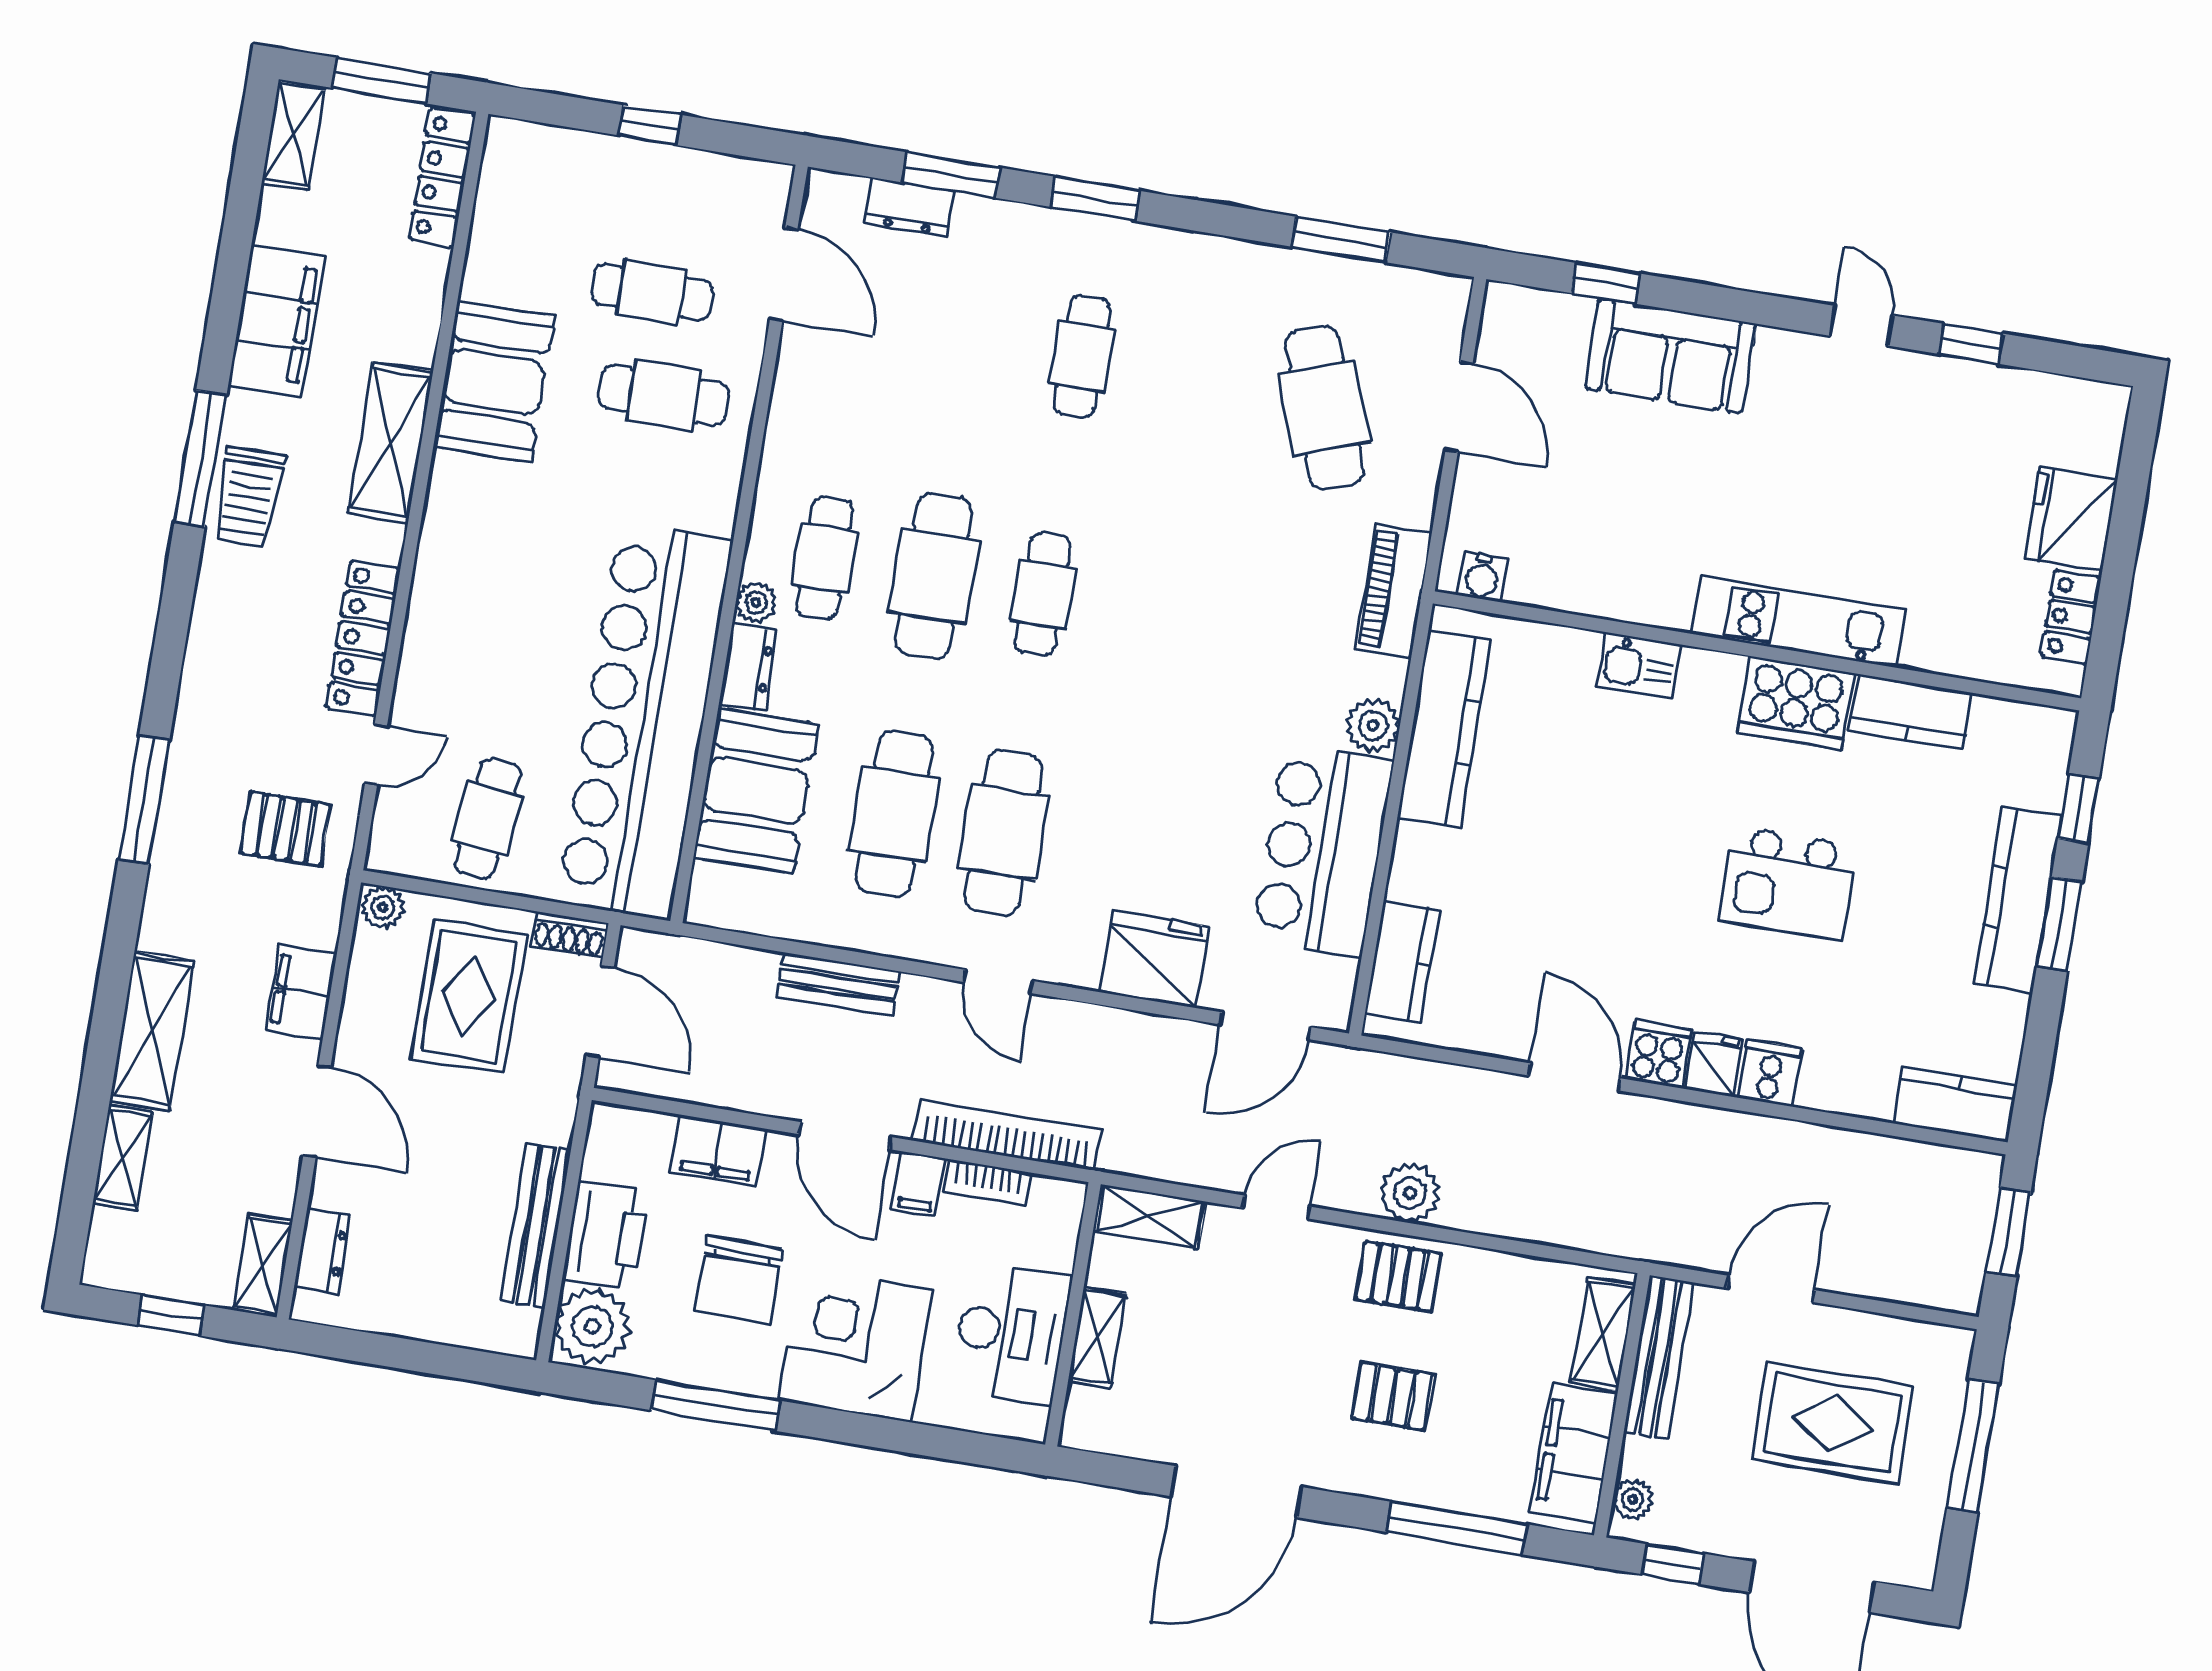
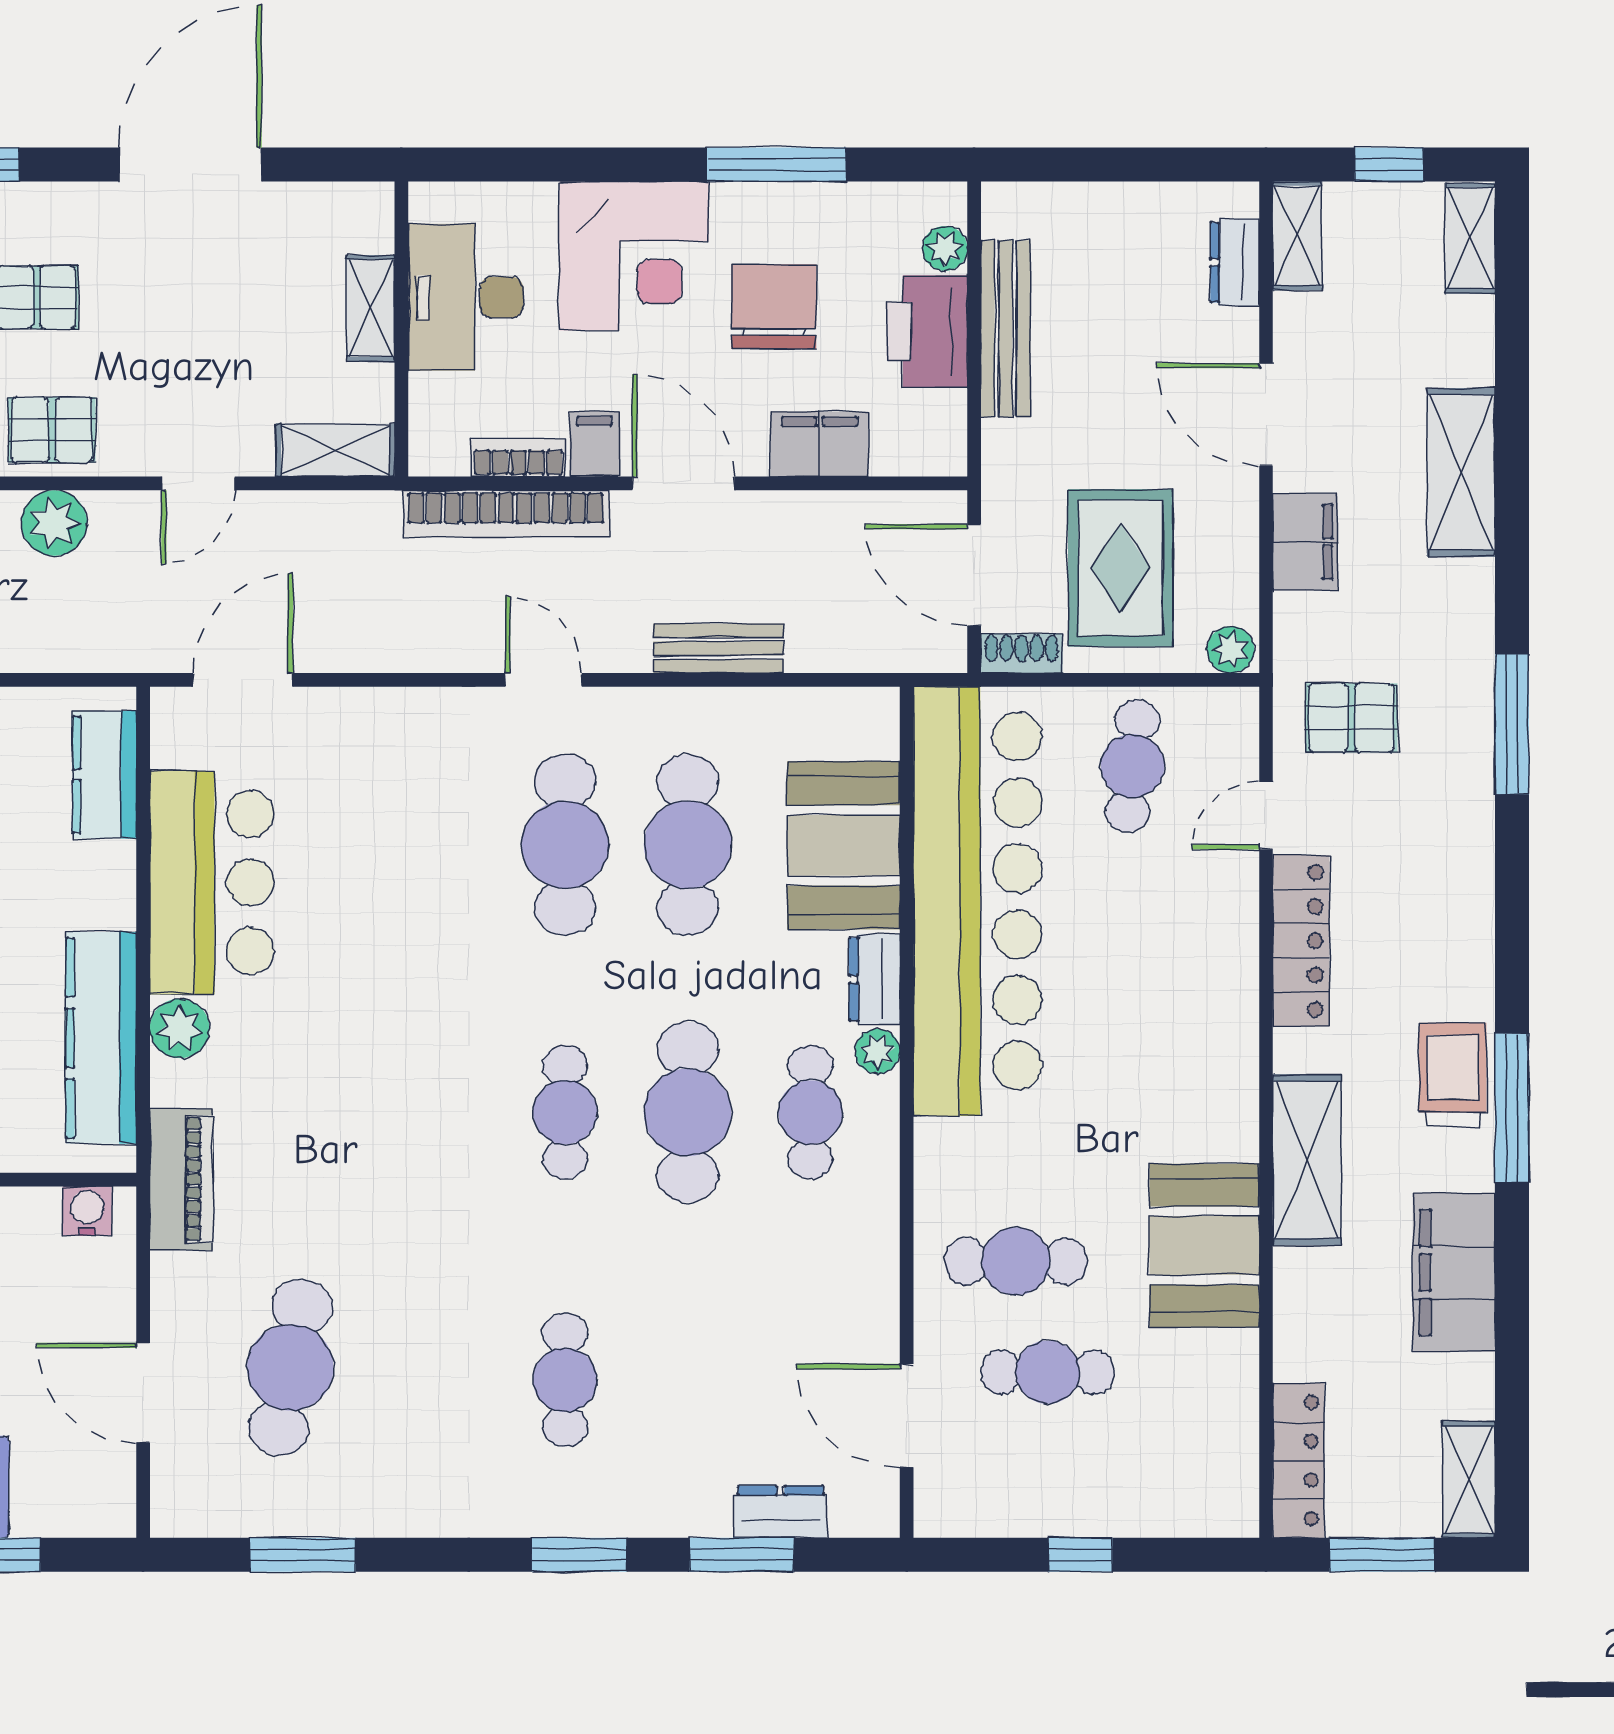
cafe table: (1324, 408) -> (290, 1367), turned 31
fridge: (1155, 959) -> (376, 733), removed
shelving: (123, 1158) -> (1470, 238), moved
plant: (592, 1326) -> (945, 248), width x0.53, depth x0.53

